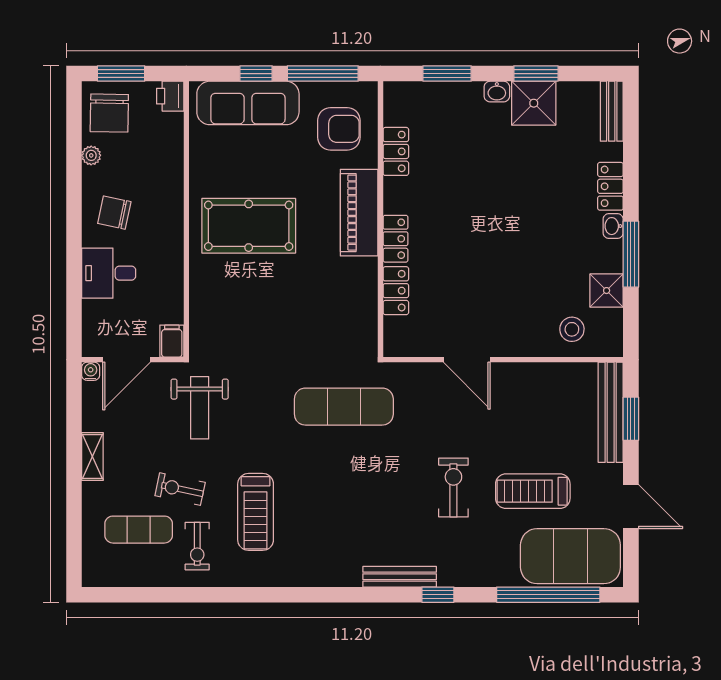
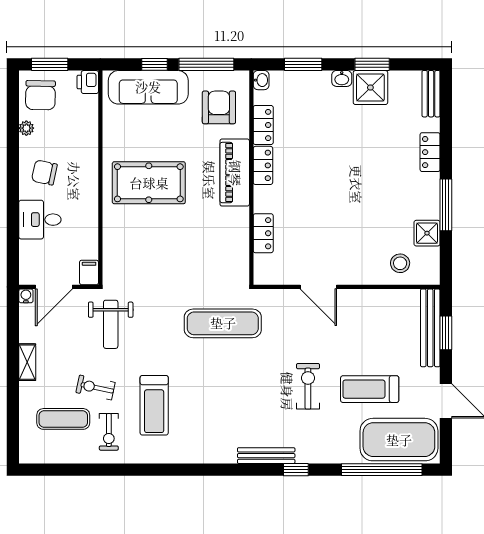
armchair: (339, 129) -> (219, 107), turned -90
washbasin: (613, 226) -> (261, 80), moved, turned 180
locker: (395, 239) -> (263, 165), moved

